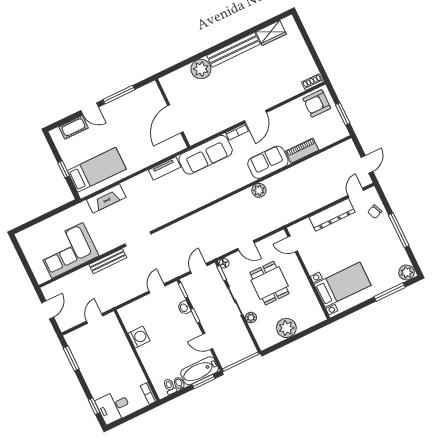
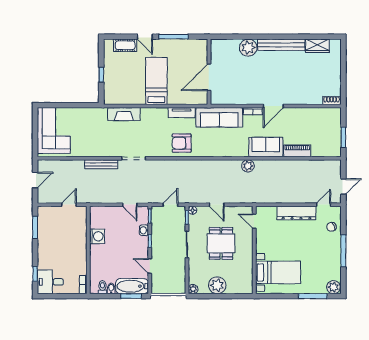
armchair: (317, 103) -> (182, 143), moved
bed: (97, 170) -> (156, 81), moved, turned -90
corner sofa: (67, 250) -> (54, 130), moved, turned 90
door: (157, 288) -> (130, 205), swing flipped
plant: (251, 318) -> (193, 289), moved

